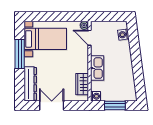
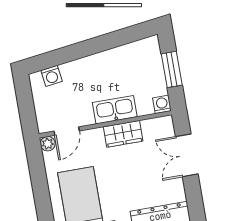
wardrobe: (82, 84) -> (123, 134), moved
double door: (52, 105) -> (187, 155), moved

